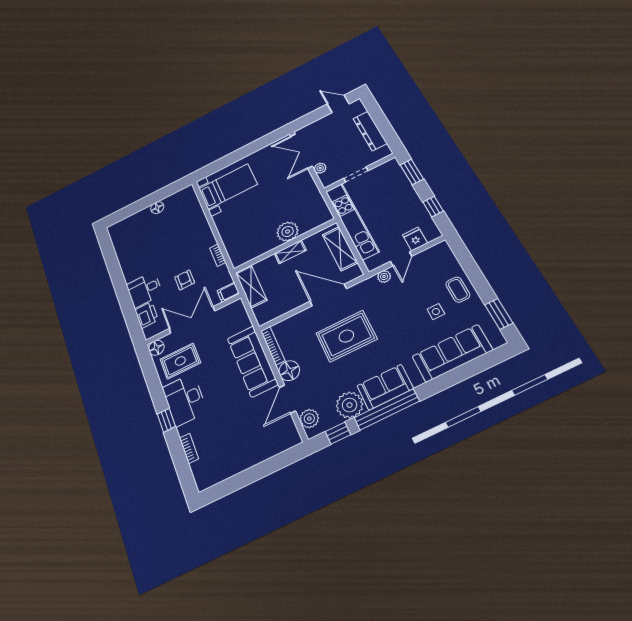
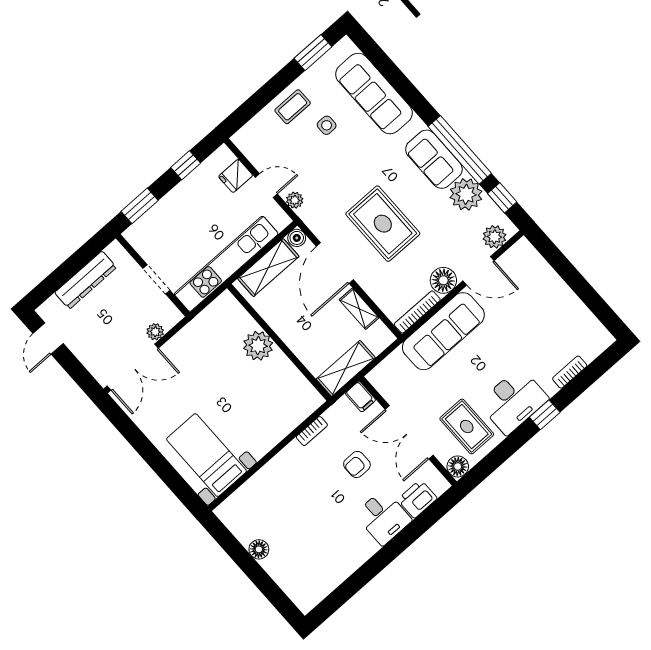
shelving: (290, 252) -> (359, 309), moved
boiler: (355, 272) -> (297, 238), added

